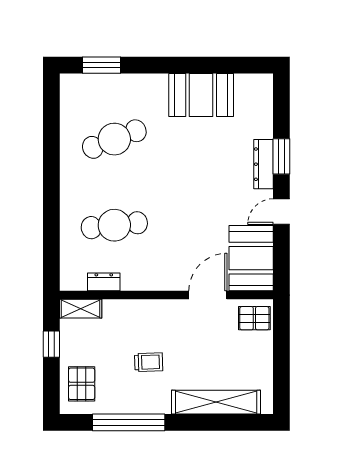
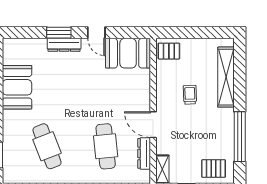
dresser: (104, 282) -> (144, 153), width x1.44
door: (208, 295) -> (153, 125), moved
pallet: (254, 318) -> (169, 51), turned 90
trolley: (149, 362) -> (190, 95), moved

